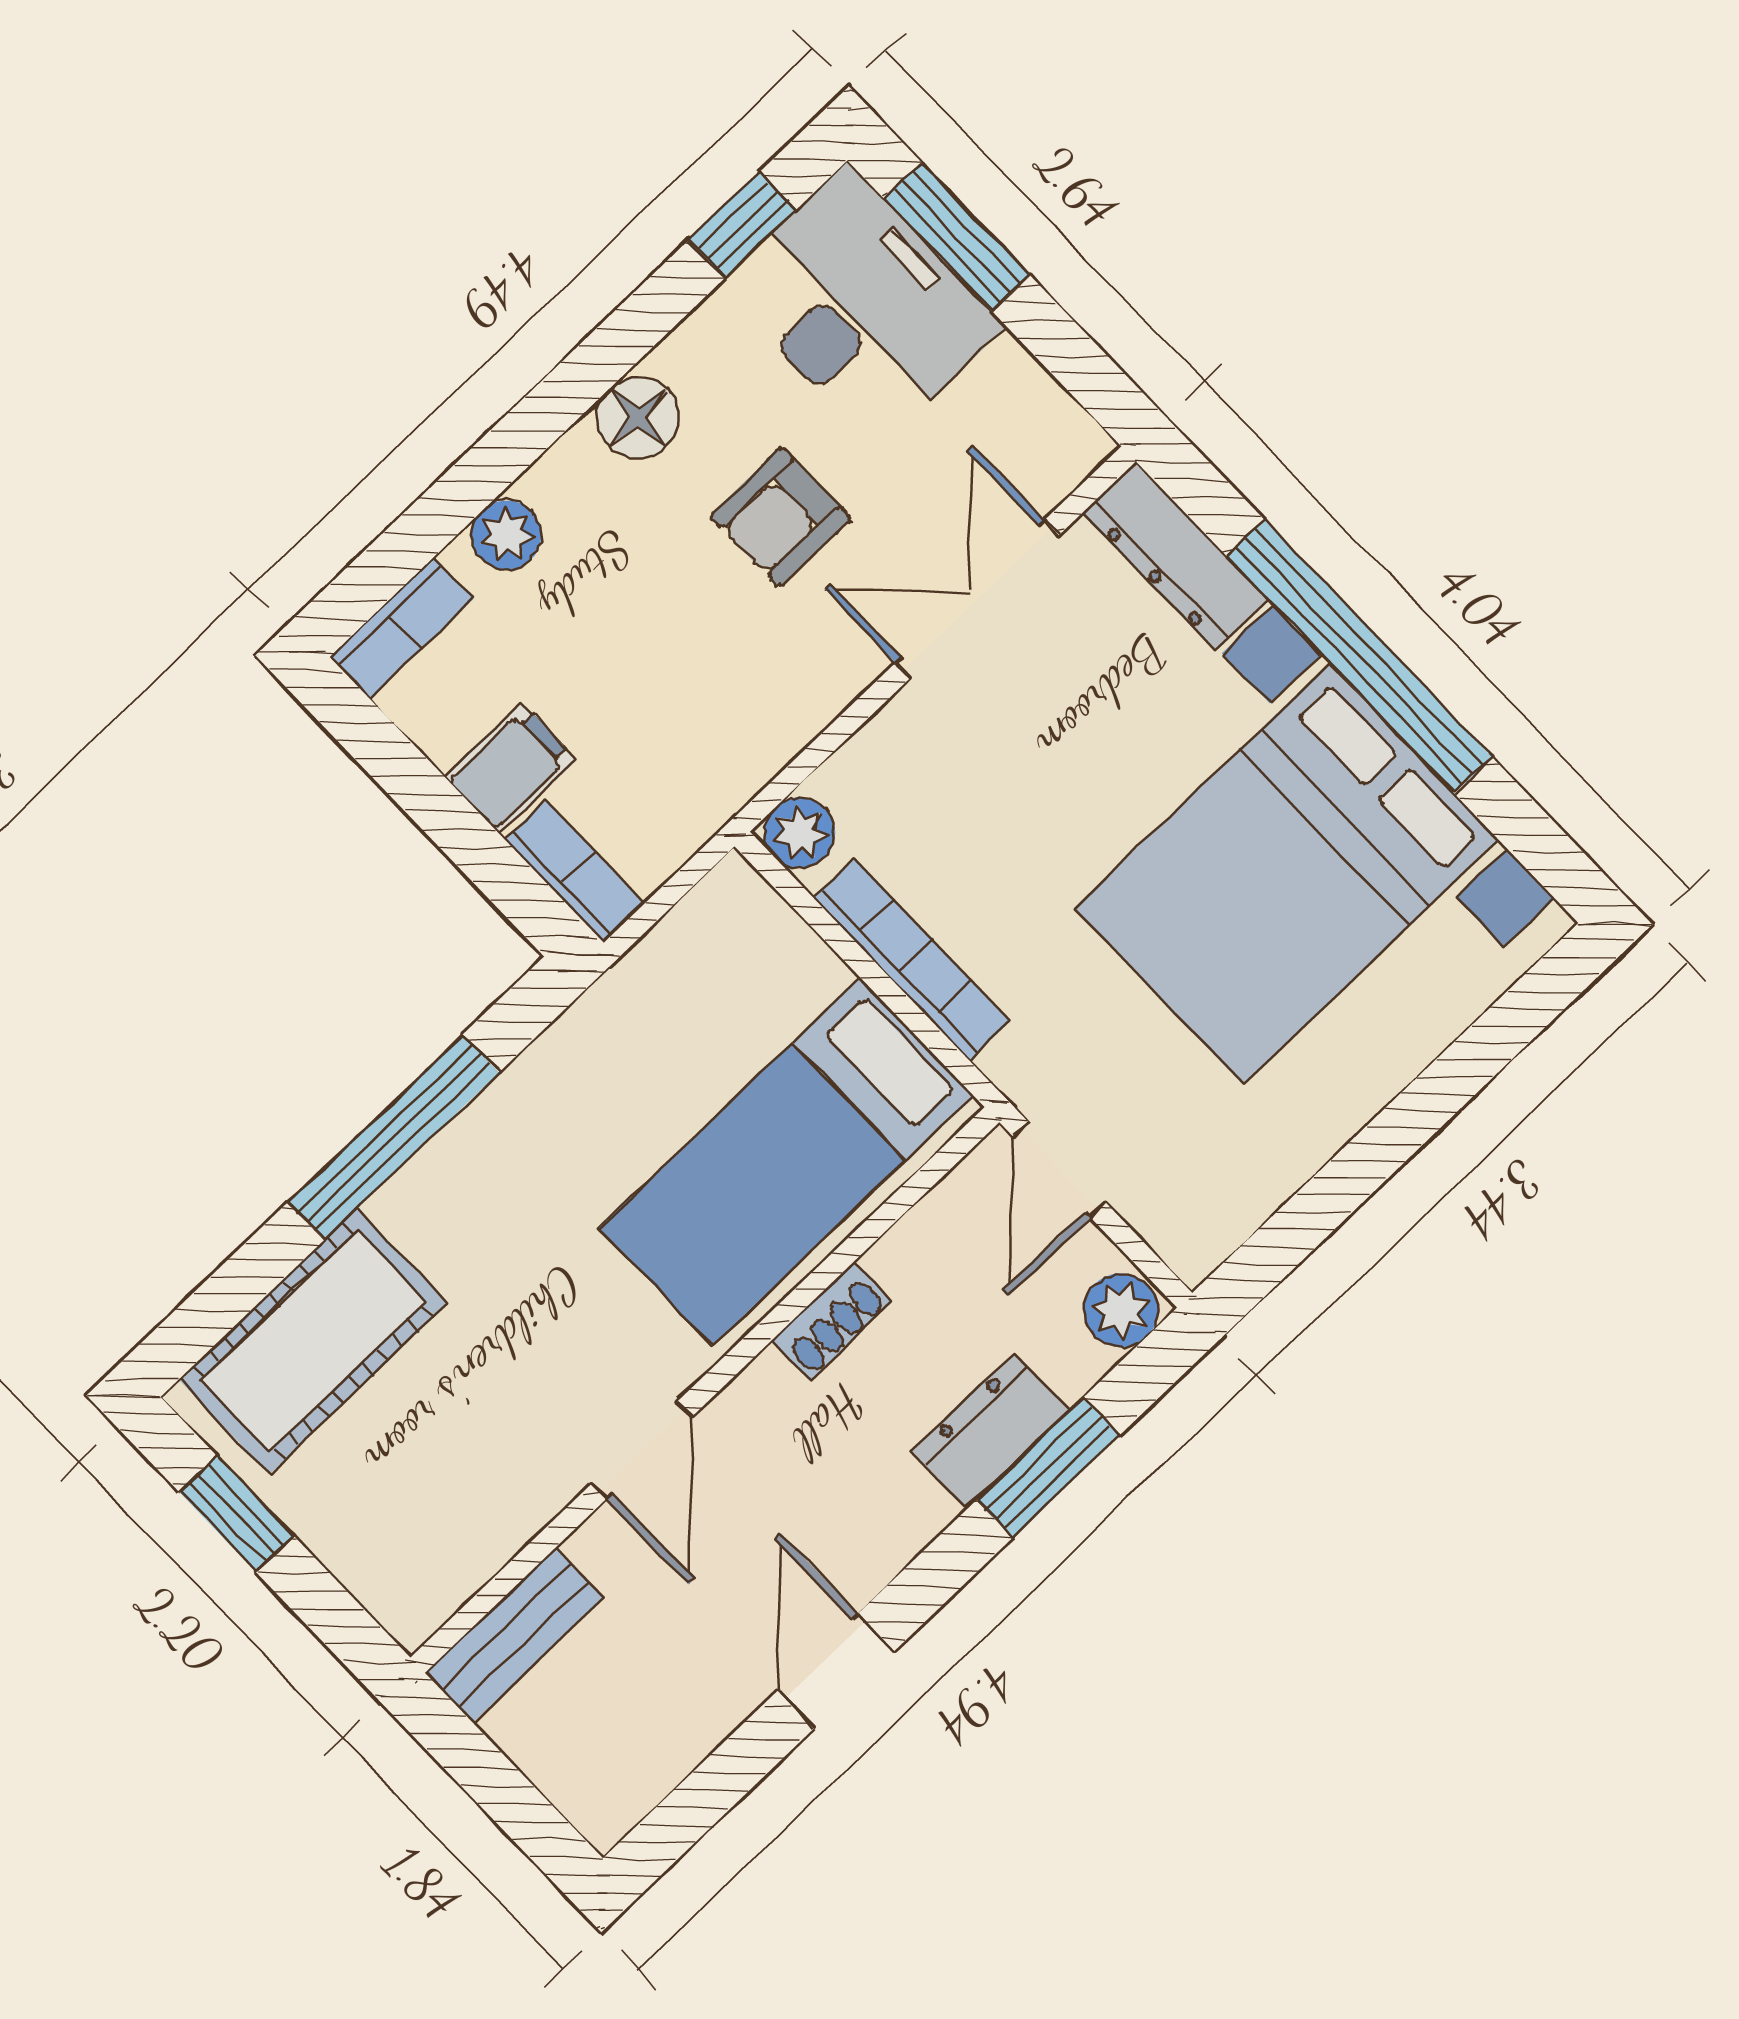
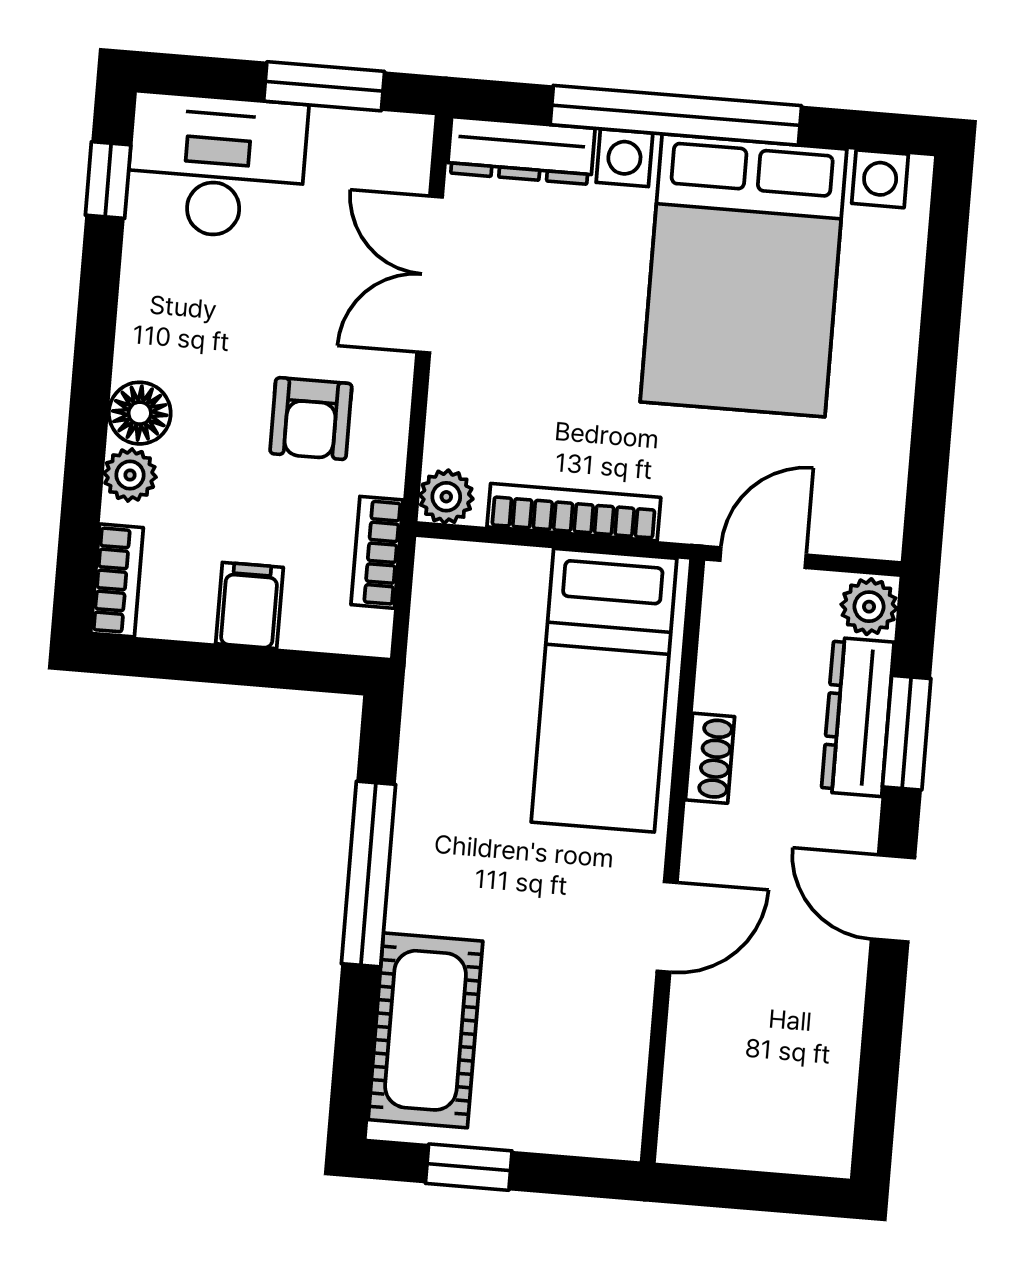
window: (957, 237) -> (324, 86), moved
floor lamp: (638, 417) -> (140, 413), moved
armchair: (780, 517) -> (311, 419), moved
bookcase: (575, 871) -> (377, 552), moved, turned -90
door: (1059, 1169) -> (763, 558), swing flipped
dresser: (991, 1431) -> (858, 717), width x1.44
door: (642, 1450) -> (667, 927), hinge flipped
bench: (514, 1635) -> (687, 1096), removed
door: (836, 1671) -> (893, 898), moved

